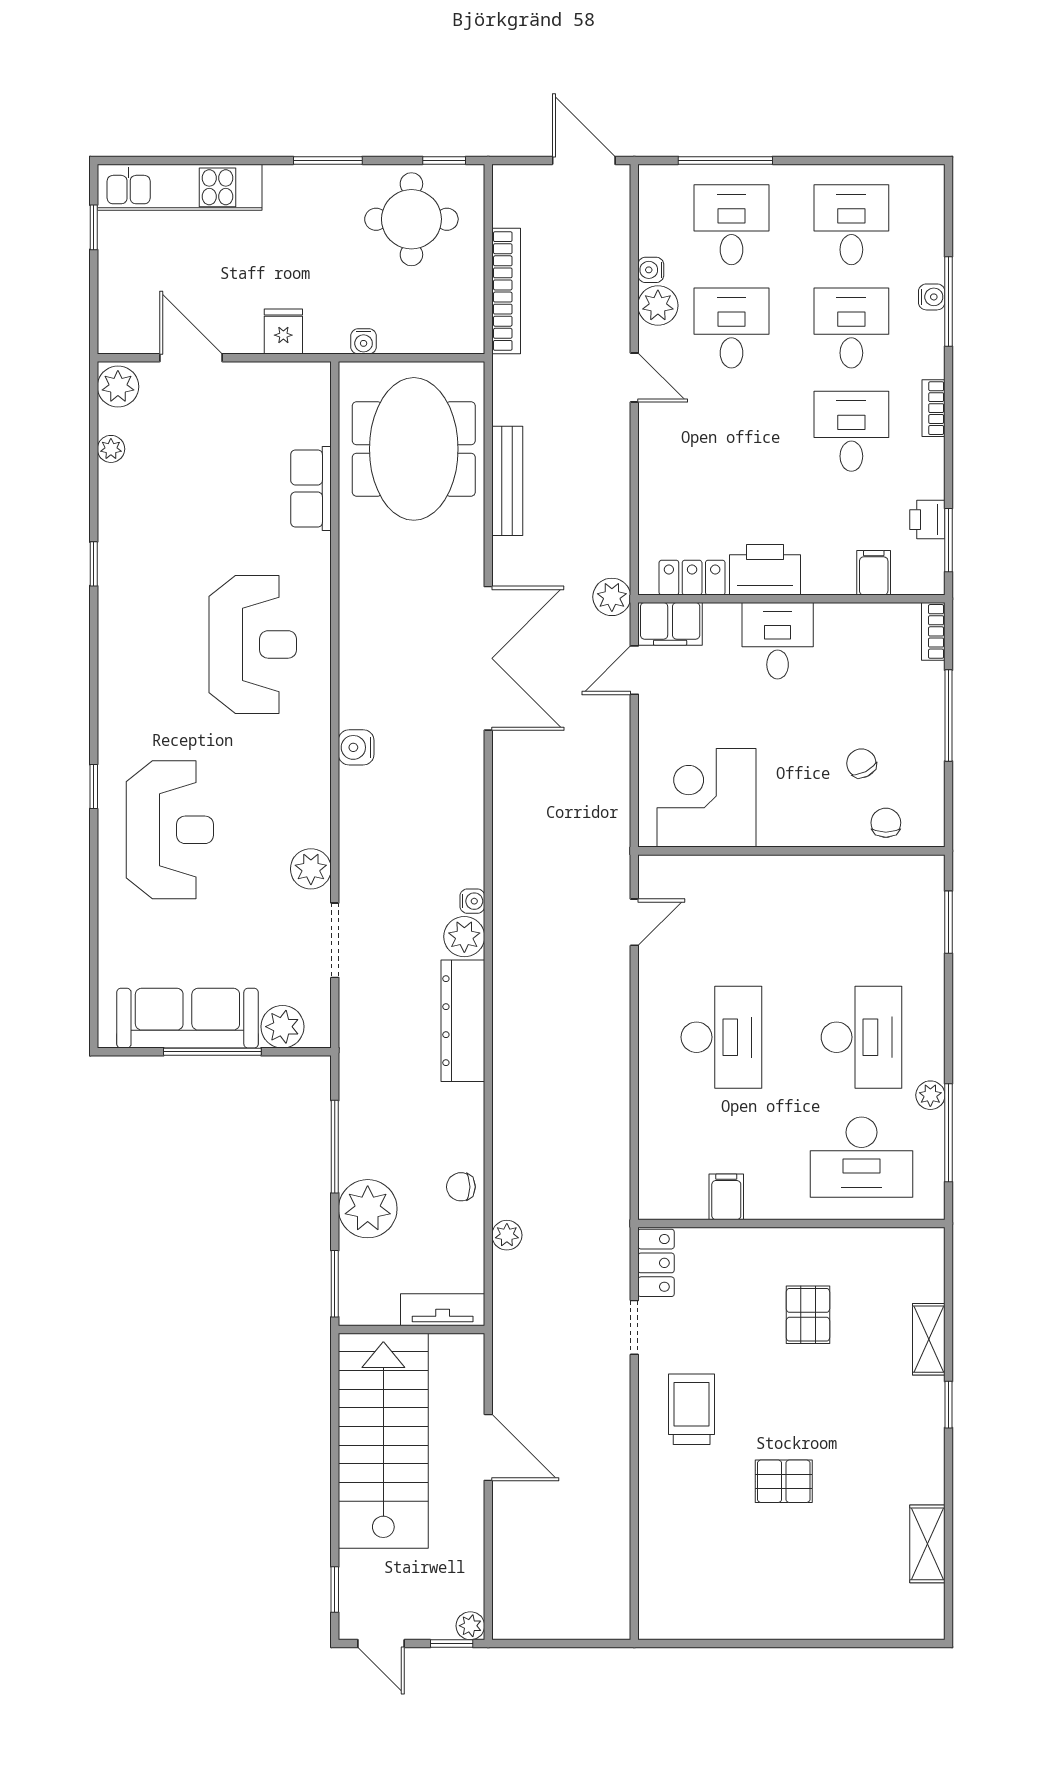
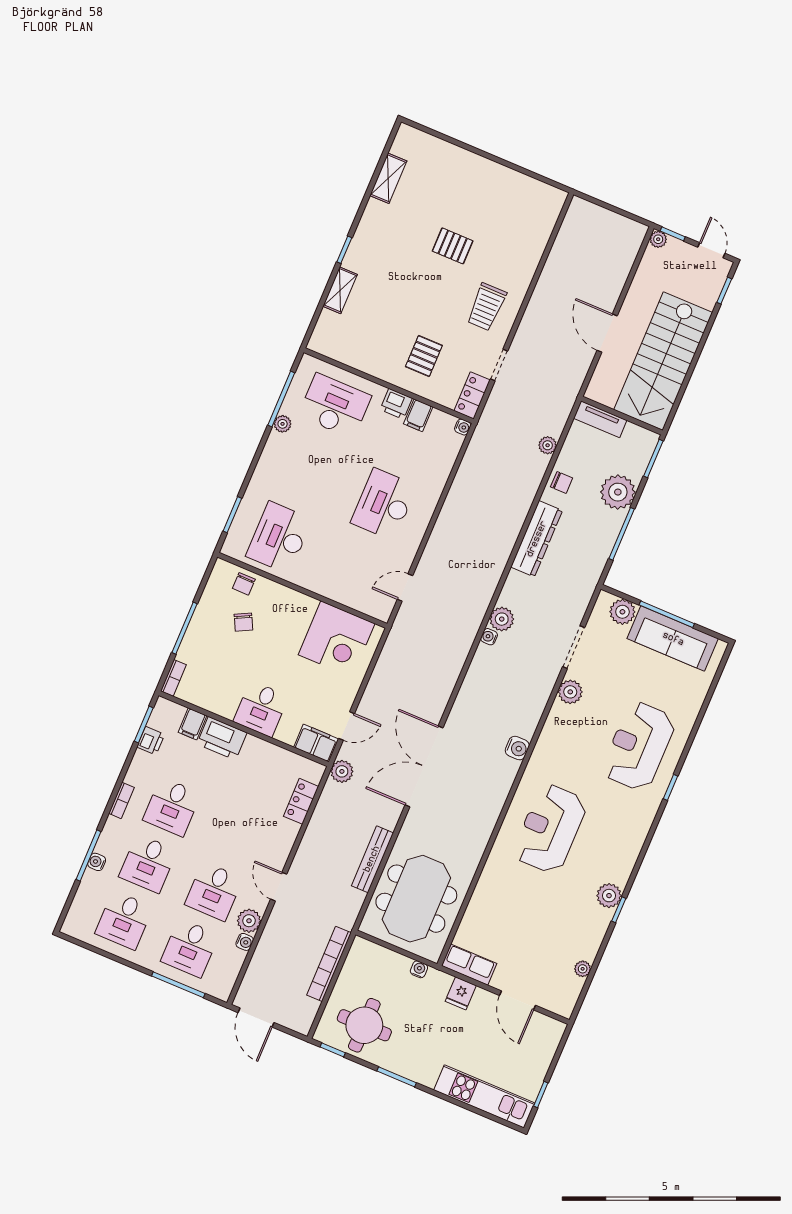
plant: (118, 387) -> (609, 896), moved
row of seats: (311, 488) -> (469, 965), moved, turned -90
printer: (765, 570) -> (222, 738), moved
locker: (692, 578) -> (301, 801), moved, turned 90
dresser: (463, 1021) -> (537, 539), moved
desk: (861, 1037) -> (279, 538), moved
printer: (768, 1200) -> (396, 404), added
water cooler: (650, 1208) -> (463, 427), added
pallet: (808, 1315) -> (424, 356), moved

